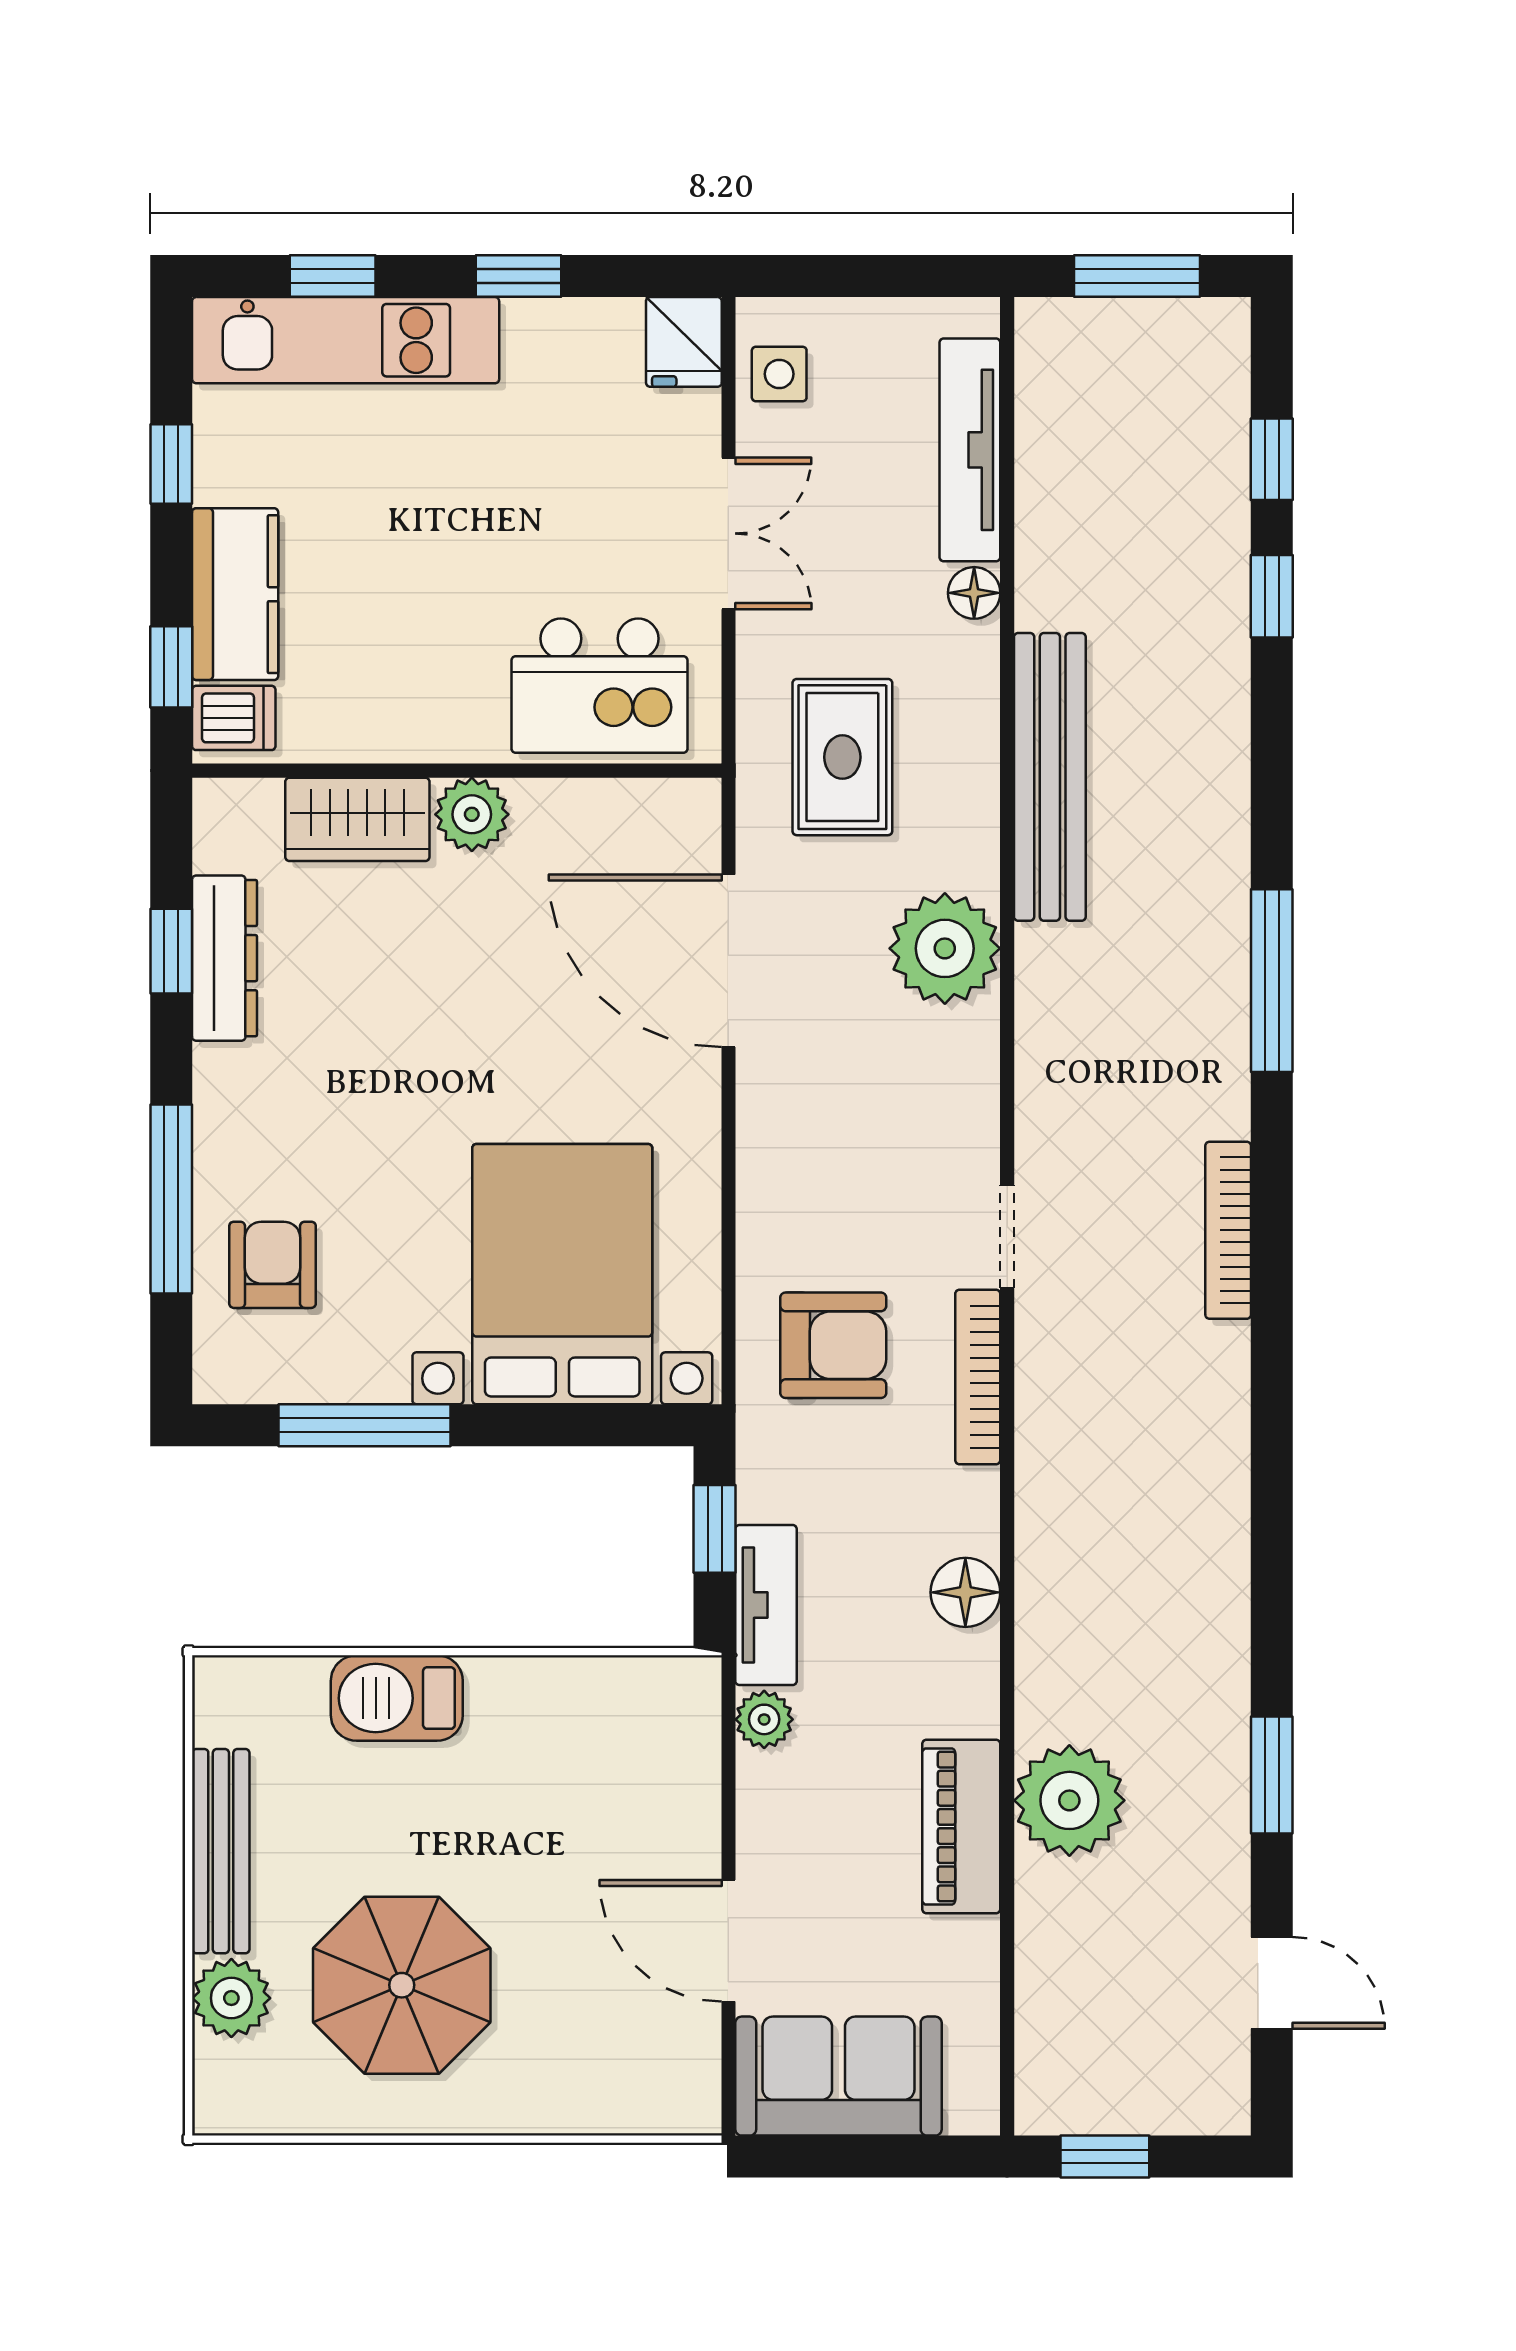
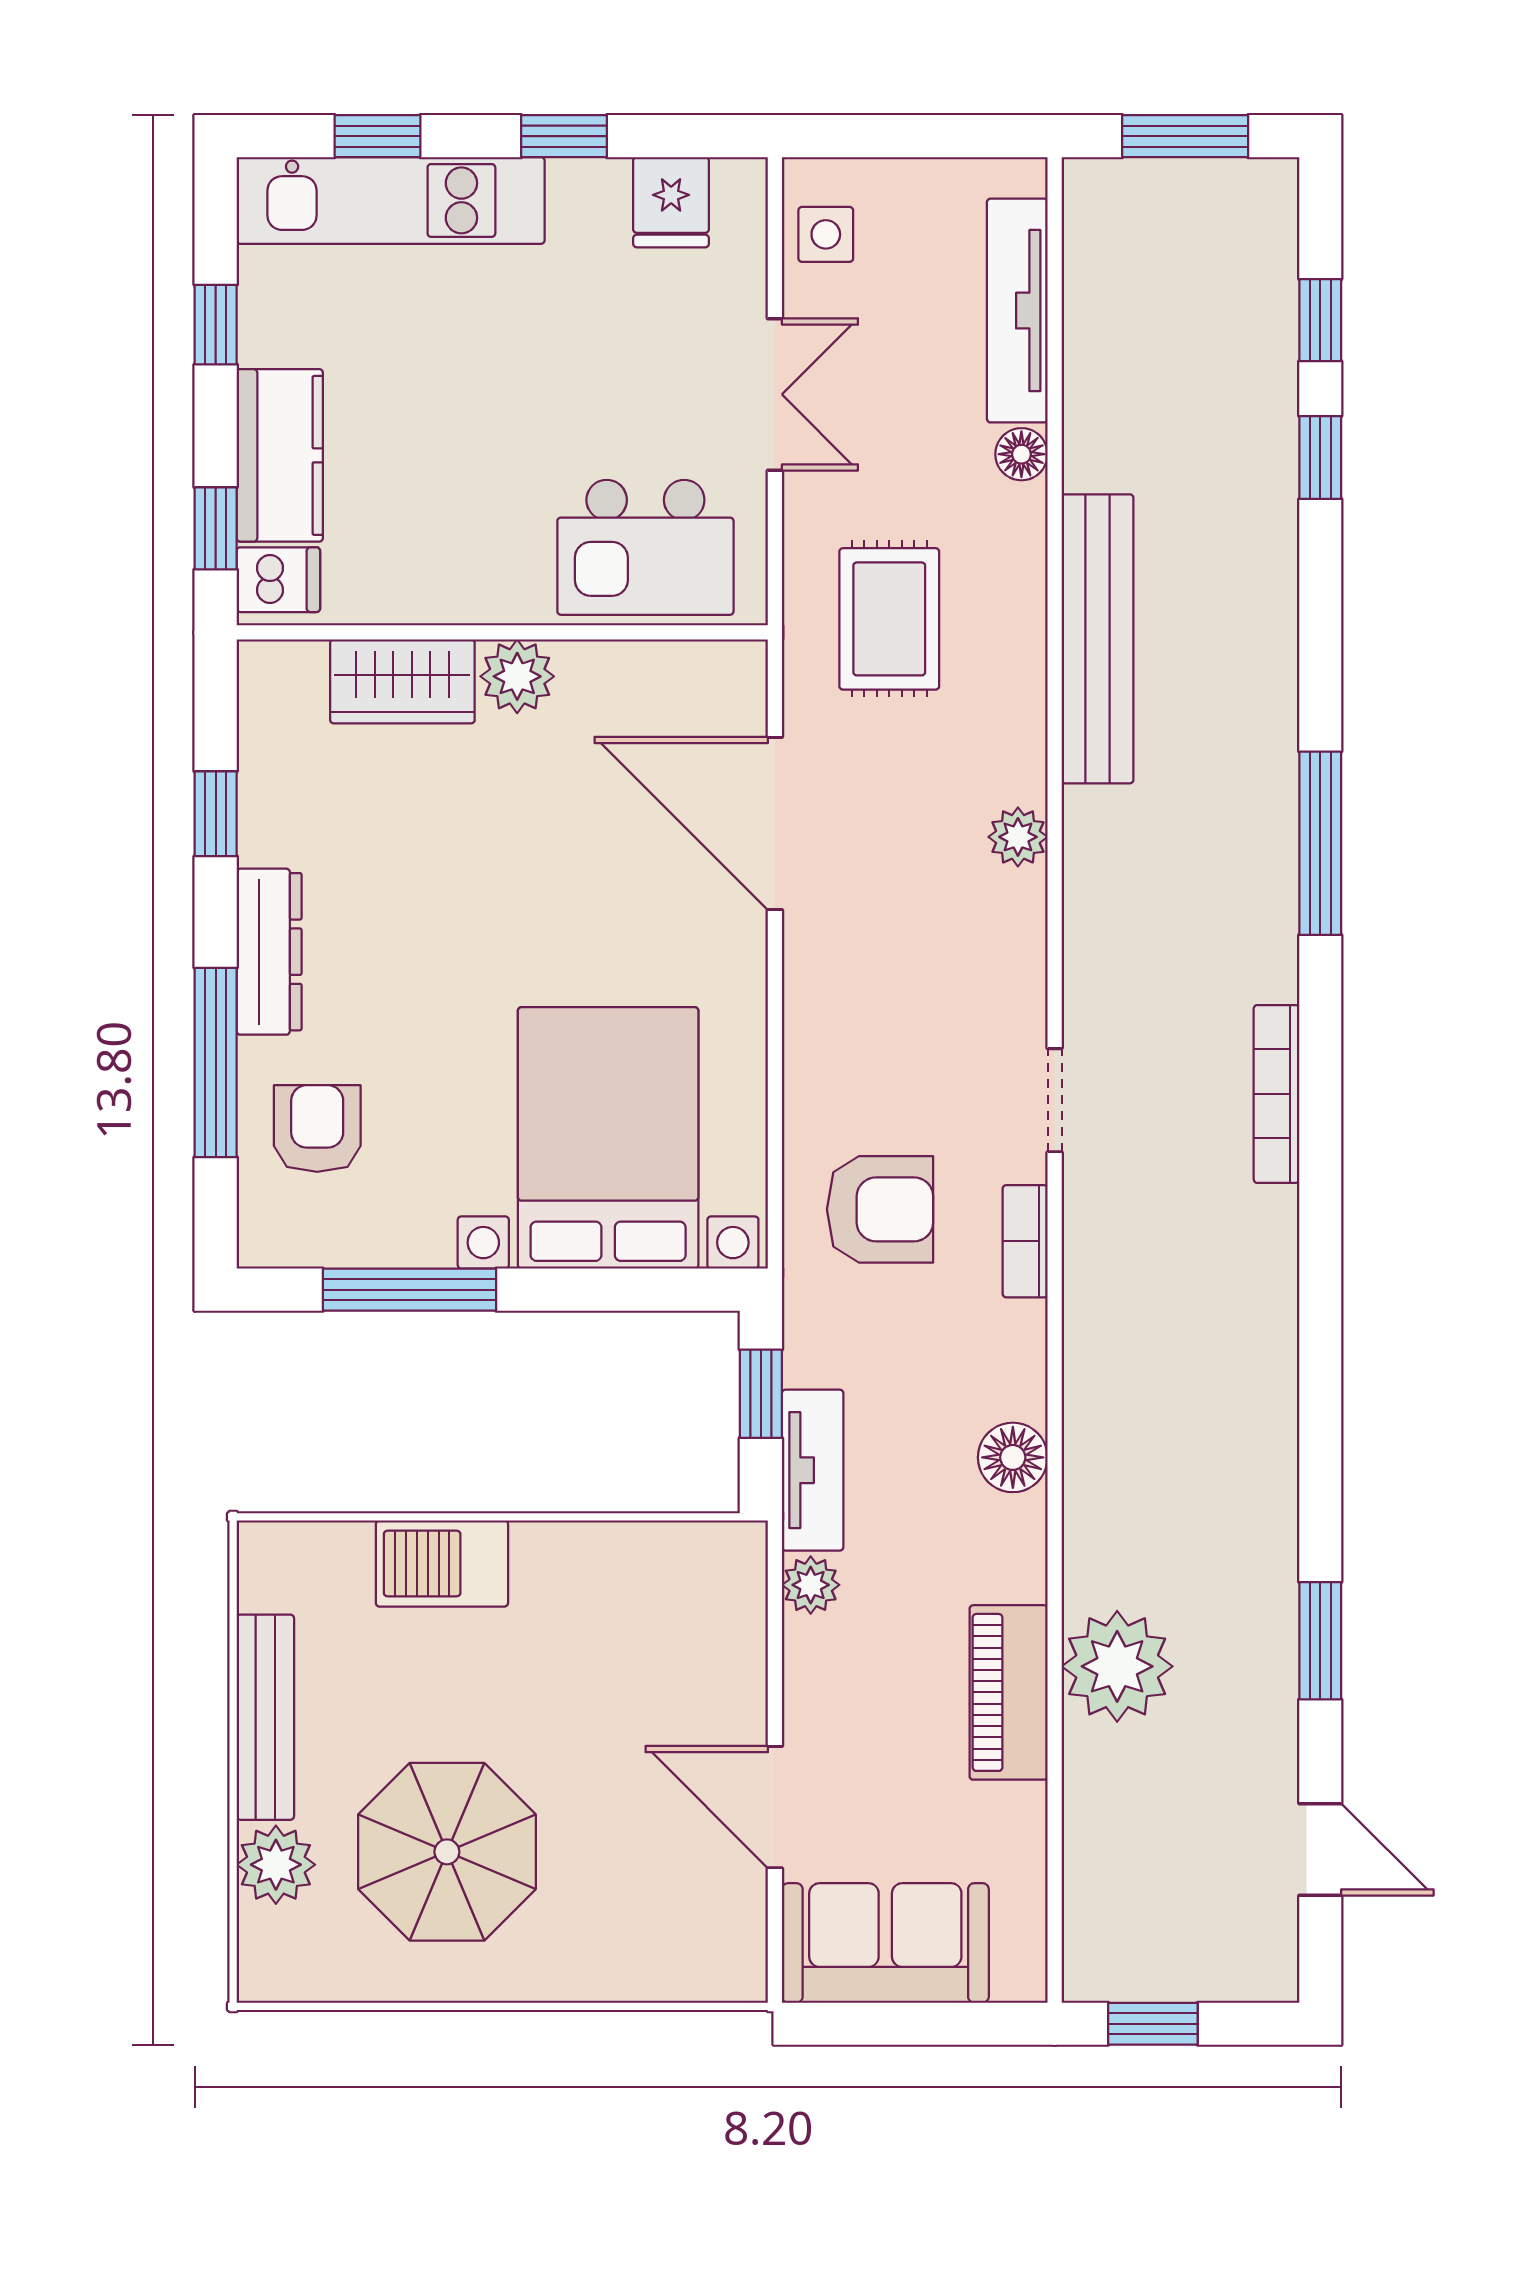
fridge: (684, 342) -> (671, 202), moved
plant: (945, 948) -> (1018, 837), width x0.53, depth x0.53
dresser: (225, 958) -> (269, 952), moved
bookcase: (978, 1377) -> (1025, 1241), width x0.64

